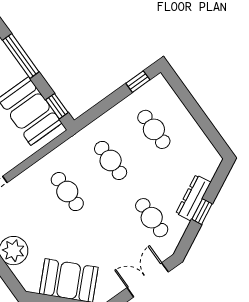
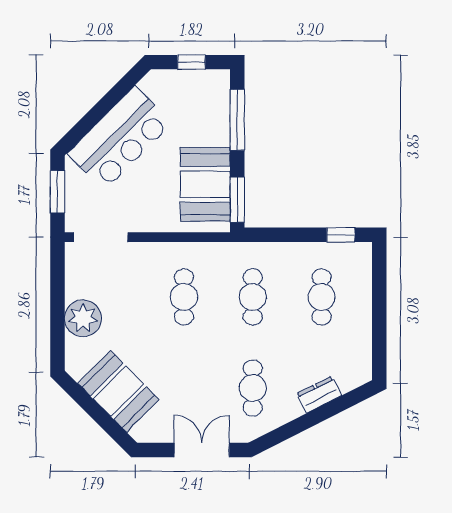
window: (57, 106) -> (237, 200), width x1.50
dresser: (193, 198) -> (319, 395), width x0.70
window: (202, 212) -> (310, 420), removed

